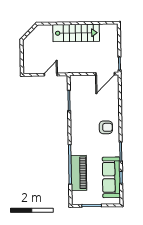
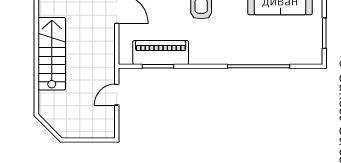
door: (51, 75) -> (117, 95), hinge flipped
piano: (79, 173) -> (161, 53), moved

